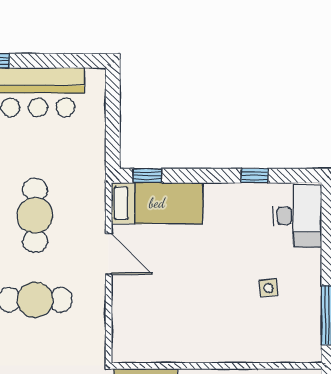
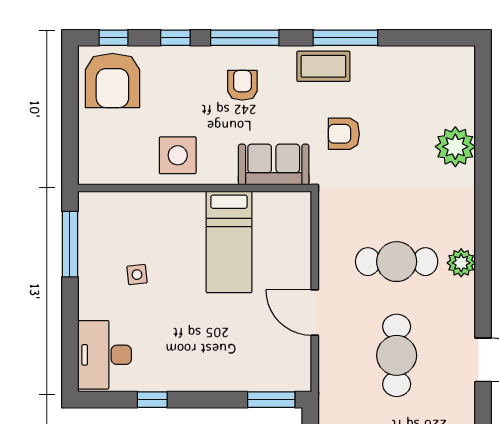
window: (148, 176) -> (271, 400), width x1.50
bed: (157, 203) -> (229, 242), moved, turned -90

